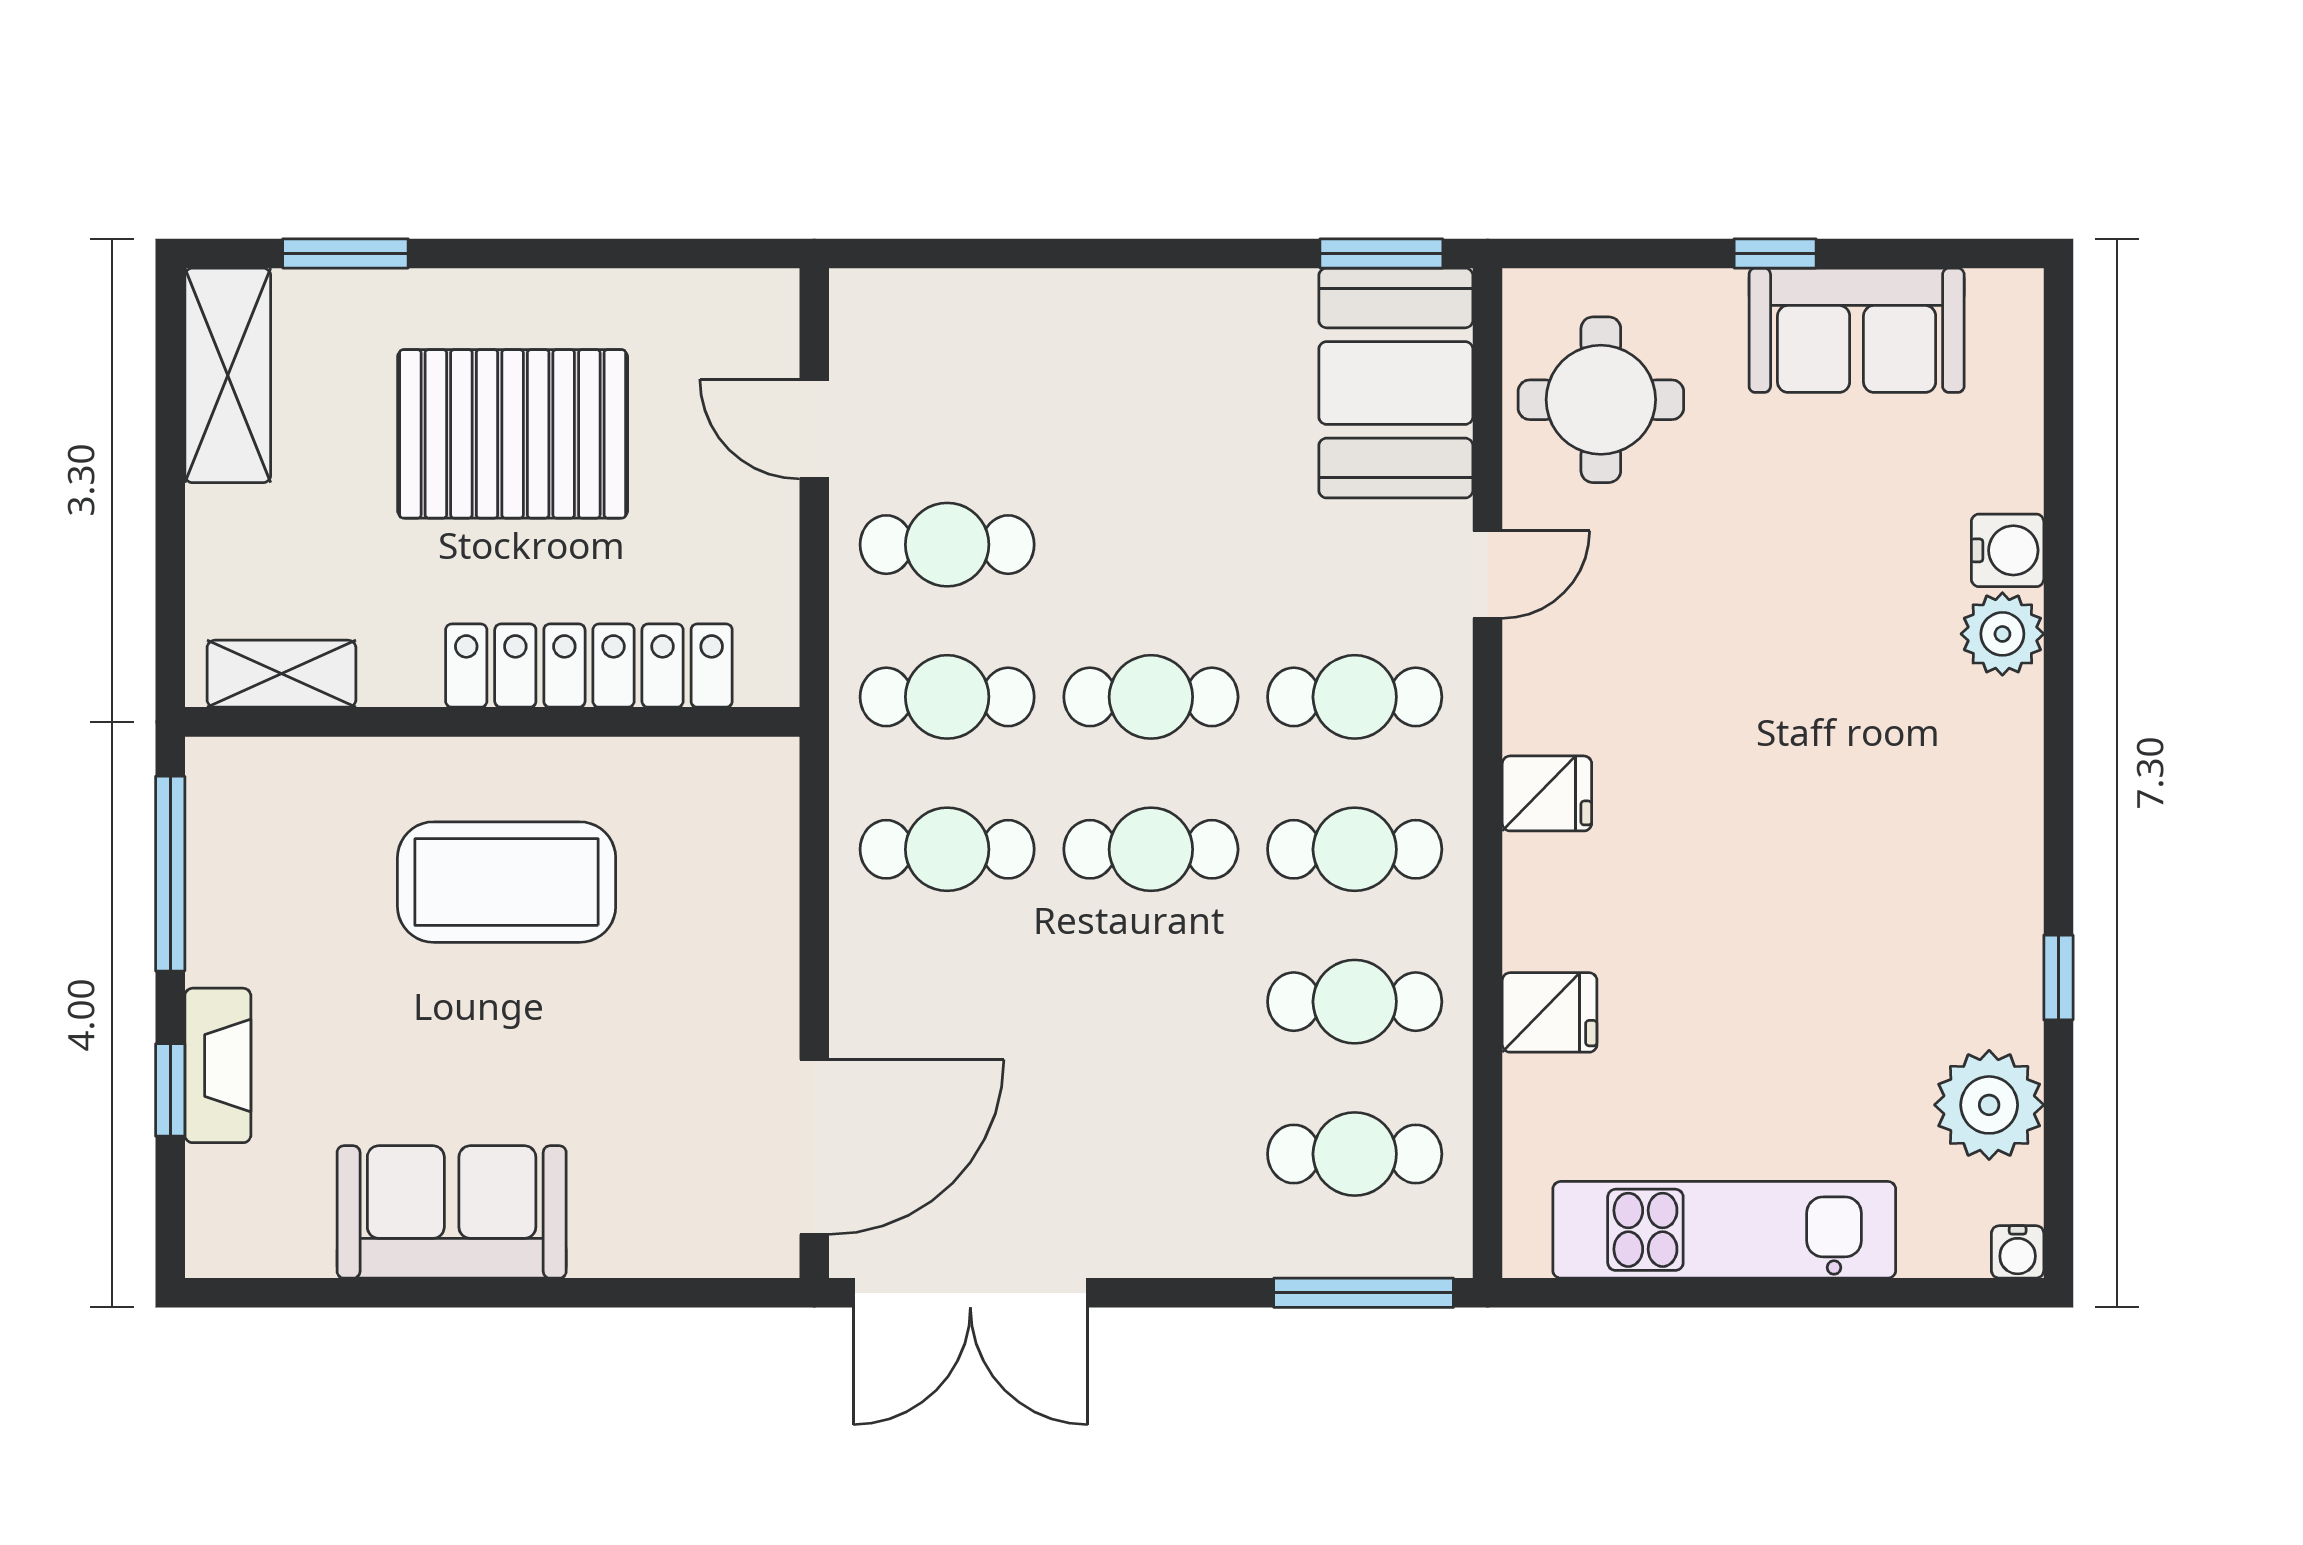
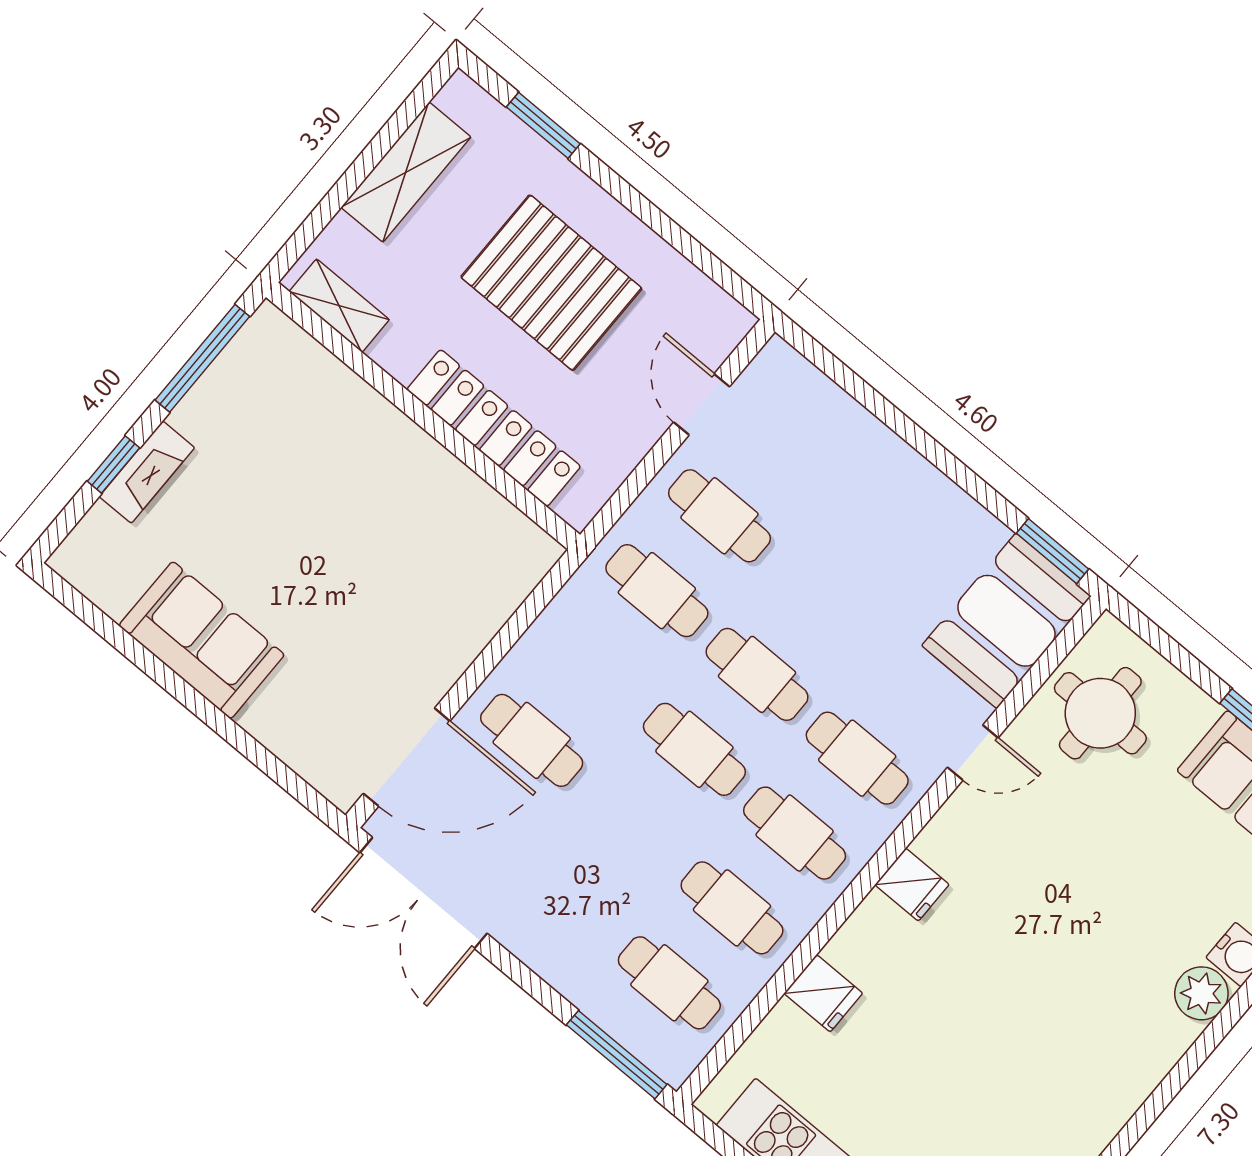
shelving: (228, 375) -> (406, 172), moved
cafe table: (947, 849) -> (532, 740), moved
coffee table: (507, 882) -> (364, 501), removed

